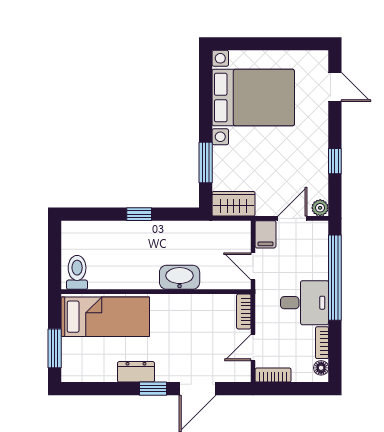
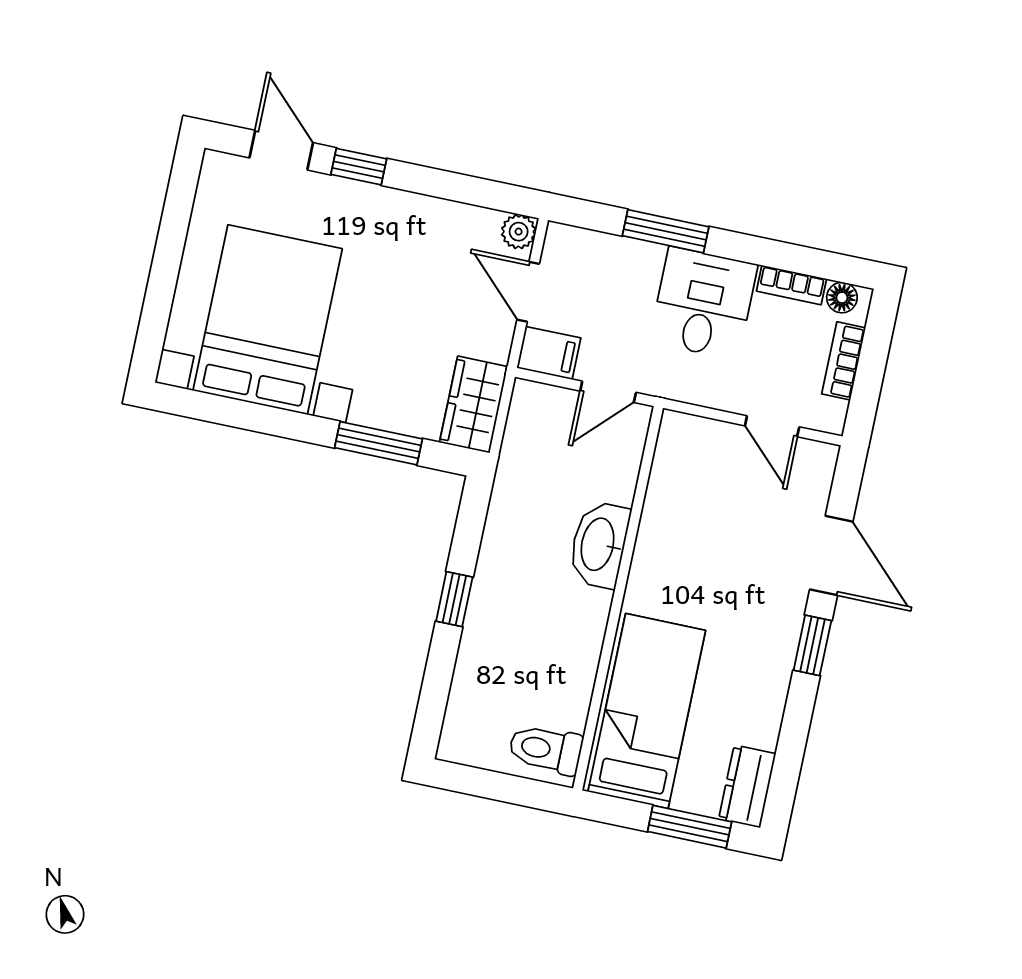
door: (335, 87) -> (281, 150), hinge flipped
window: (335, 161) -> (359, 167), moved
window: (335, 278) -> (666, 231), width x0.47
bookcase: (244, 311) -> (695, 430), removed
dresser: (136, 372) -> (747, 786), moved
bookcase: (273, 375) -> (844, 361), moved

